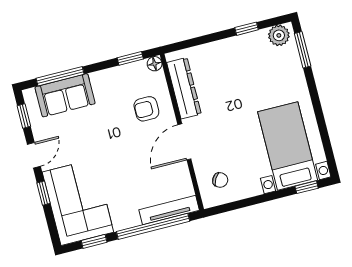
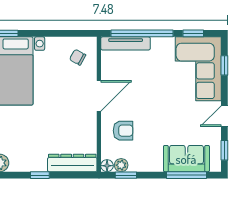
window: (247, 29) -> (40, 175), moved
plant: (138, 69) -> (121, 165), added
dresser: (184, 88) -> (72, 163), moved, turned 90
window: (44, 193) -> (224, 65), moved

